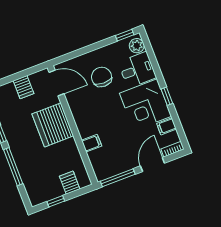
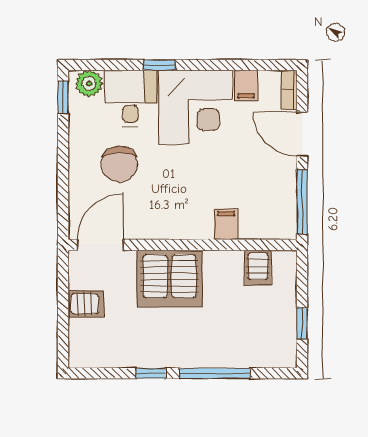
chair: (102, 77) -> (120, 164), turned -90
window: (167, 96) -> (159, 65), moved
server rack: (70, 183) -> (258, 268), moved, turned -90

